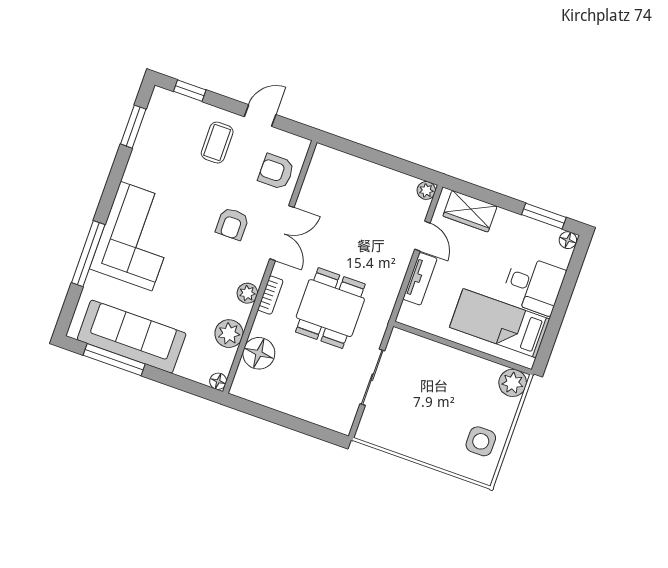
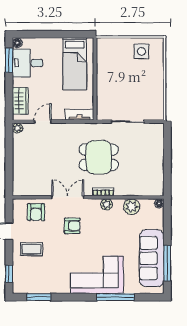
tv unit: (420, 279) -> (79, 115), moved
desk: (534, 285) -> (28, 63), moved, turned -90
floor lamp: (259, 353) -> (136, 187), removed
plant: (513, 383) -> (104, 45), removed

